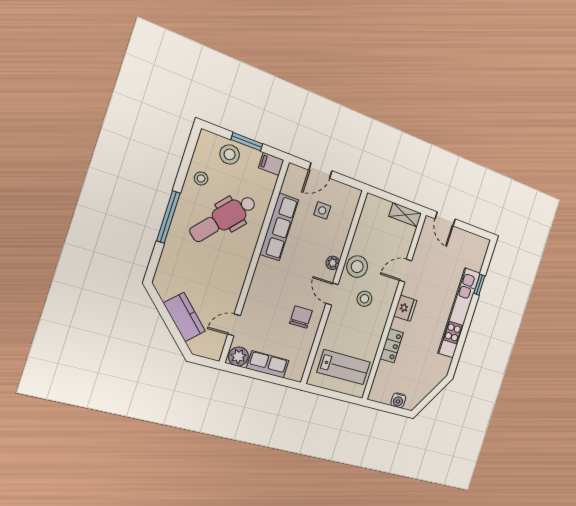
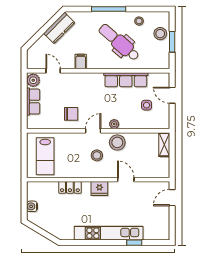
filing cabinet: (271, 164) -> (81, 62), moved
shelving: (405, 215) -> (164, 145), moved
kitchen counter: (184, 317) -> (59, 28), moved

